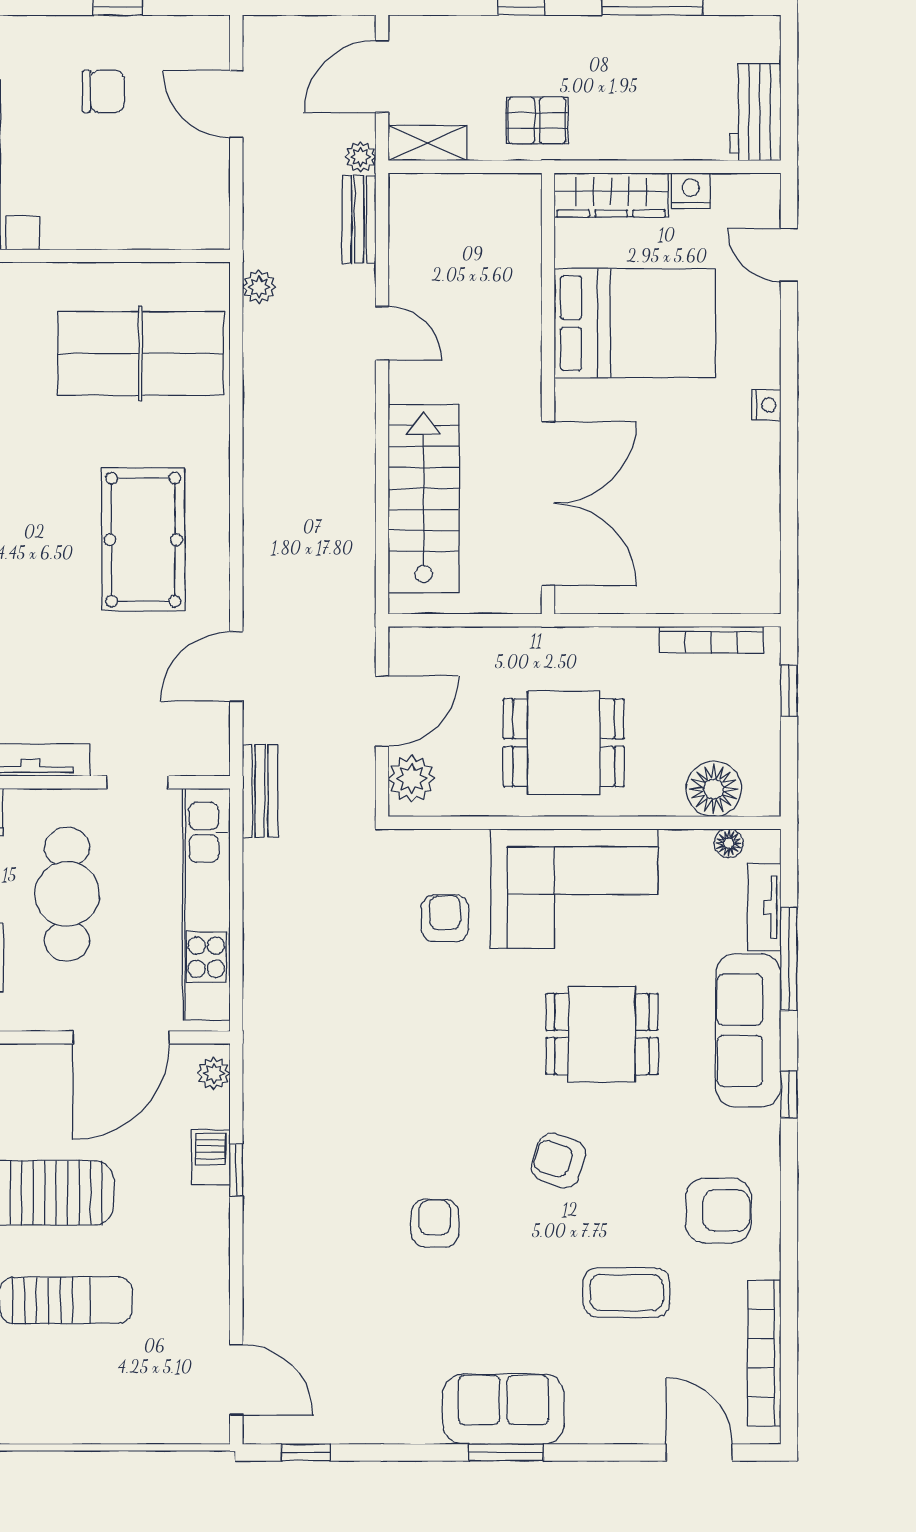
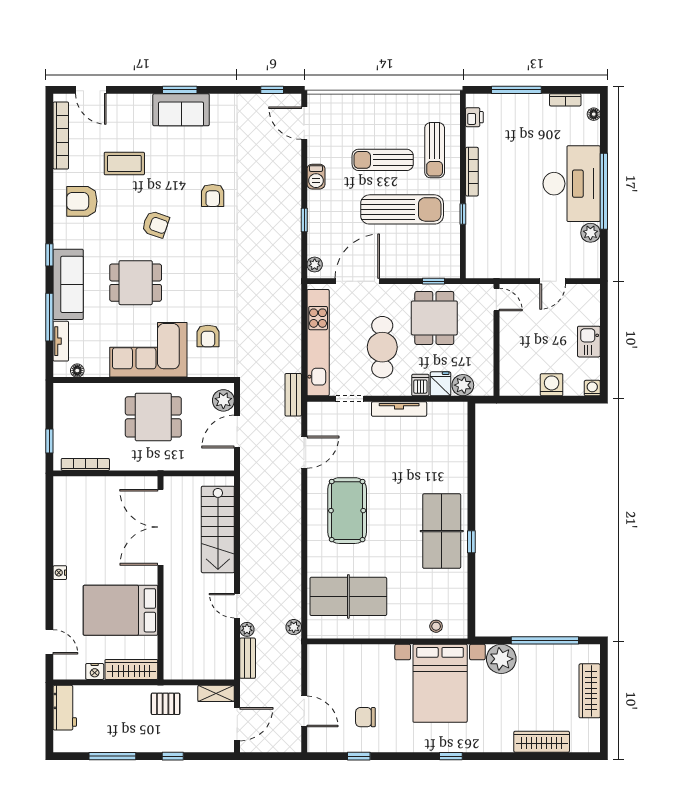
plant: (361, 157) -> (247, 629), moved
floor lamp: (714, 789) -> (84, 396), removed
barbecue: (211, 1157) -> (316, 177), moved

